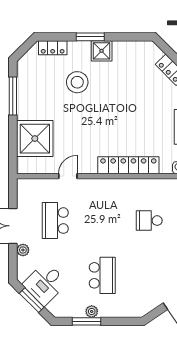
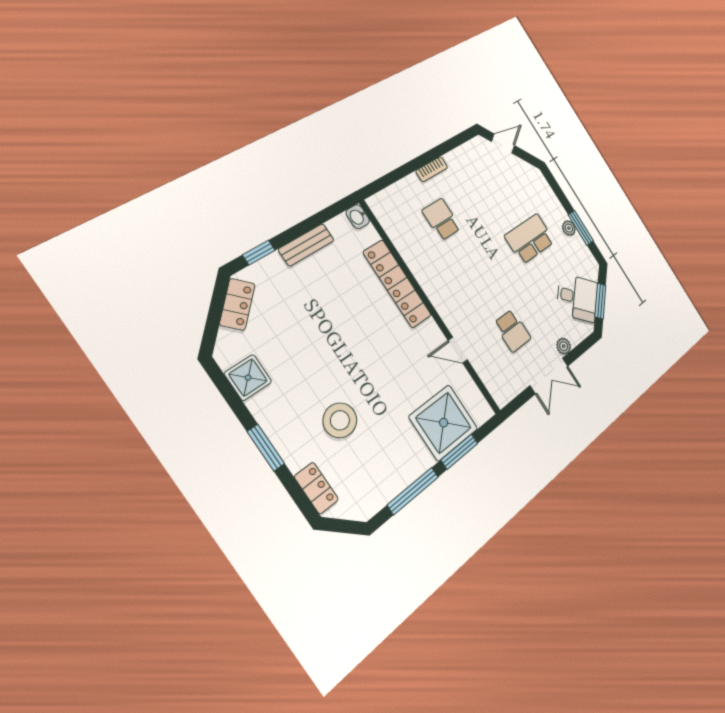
shower: (102, 51) -> (248, 378), moved
window: (13, 137) -> (459, 452), added
school desk: (55, 221) -> (513, 331), width x0.54
school desk: (149, 221) -> (441, 219), turned 180

